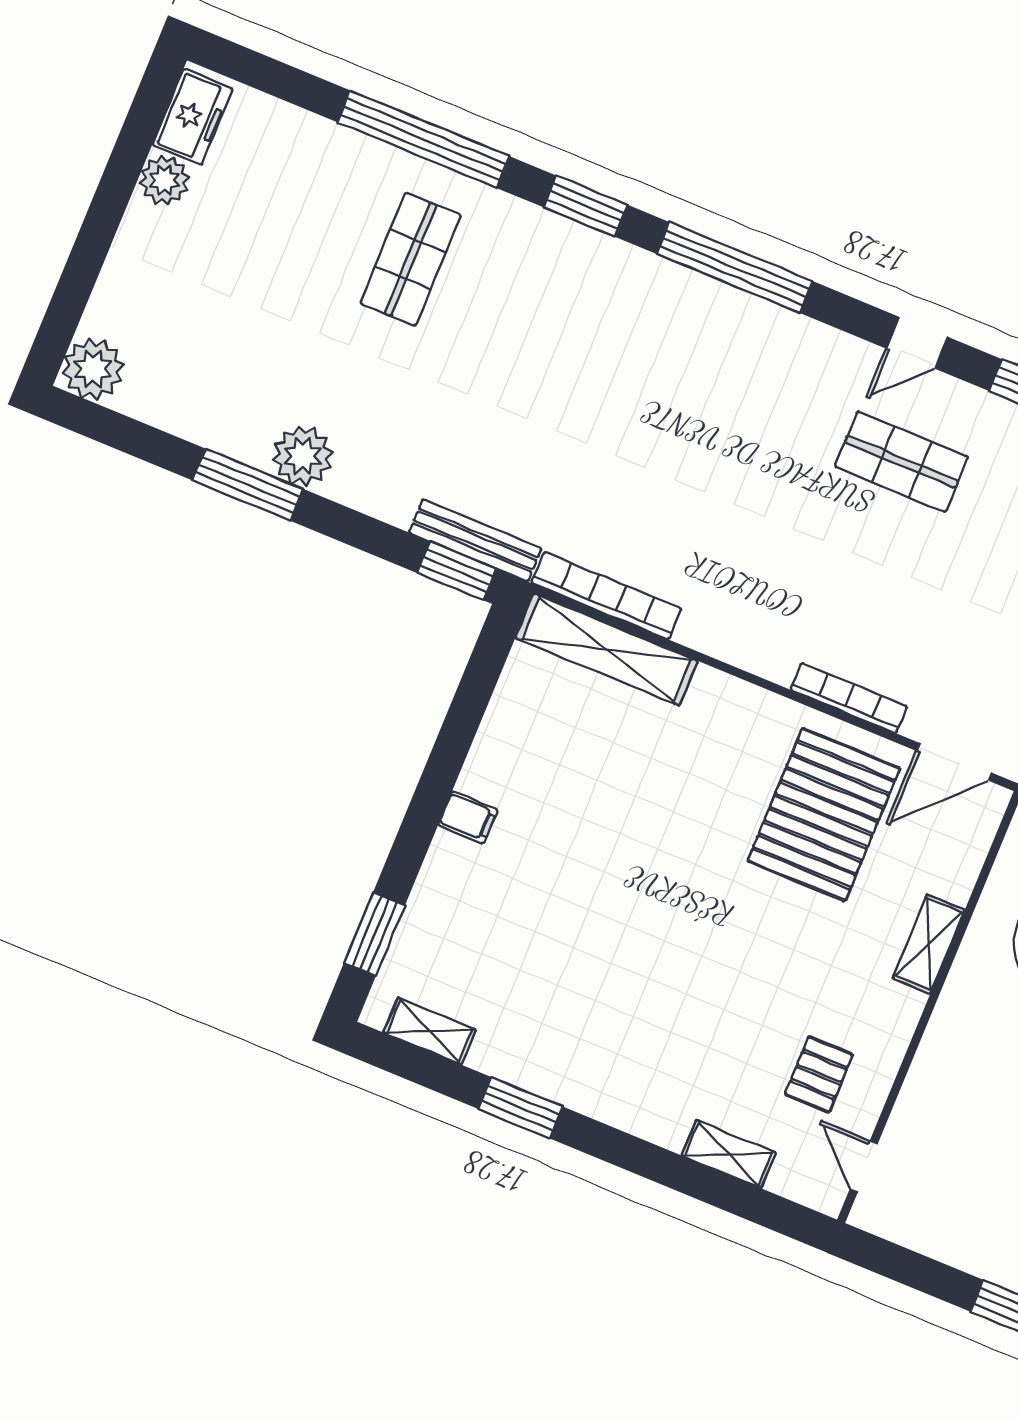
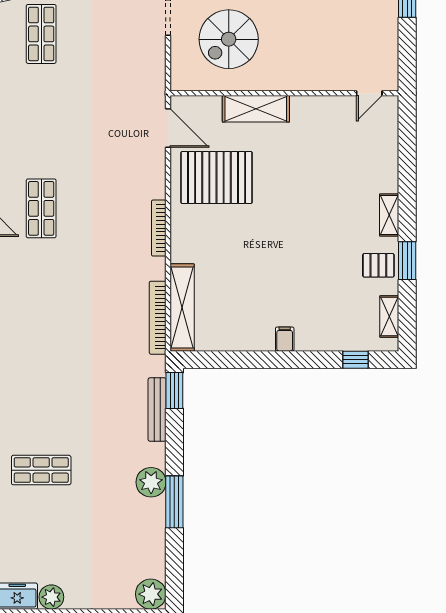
bench: (475, 540) -> (157, 410), moved
bookcase: (849, 698) -> (159, 228), moved
window: (374, 934) -> (355, 360), width x0.67
shelving: (929, 944) -> (256, 109), width x1.50, depth x1.33
pallet: (819, 1074) -> (378, 265), moved
shelving: (729, 1154) -> (389, 215), moved

